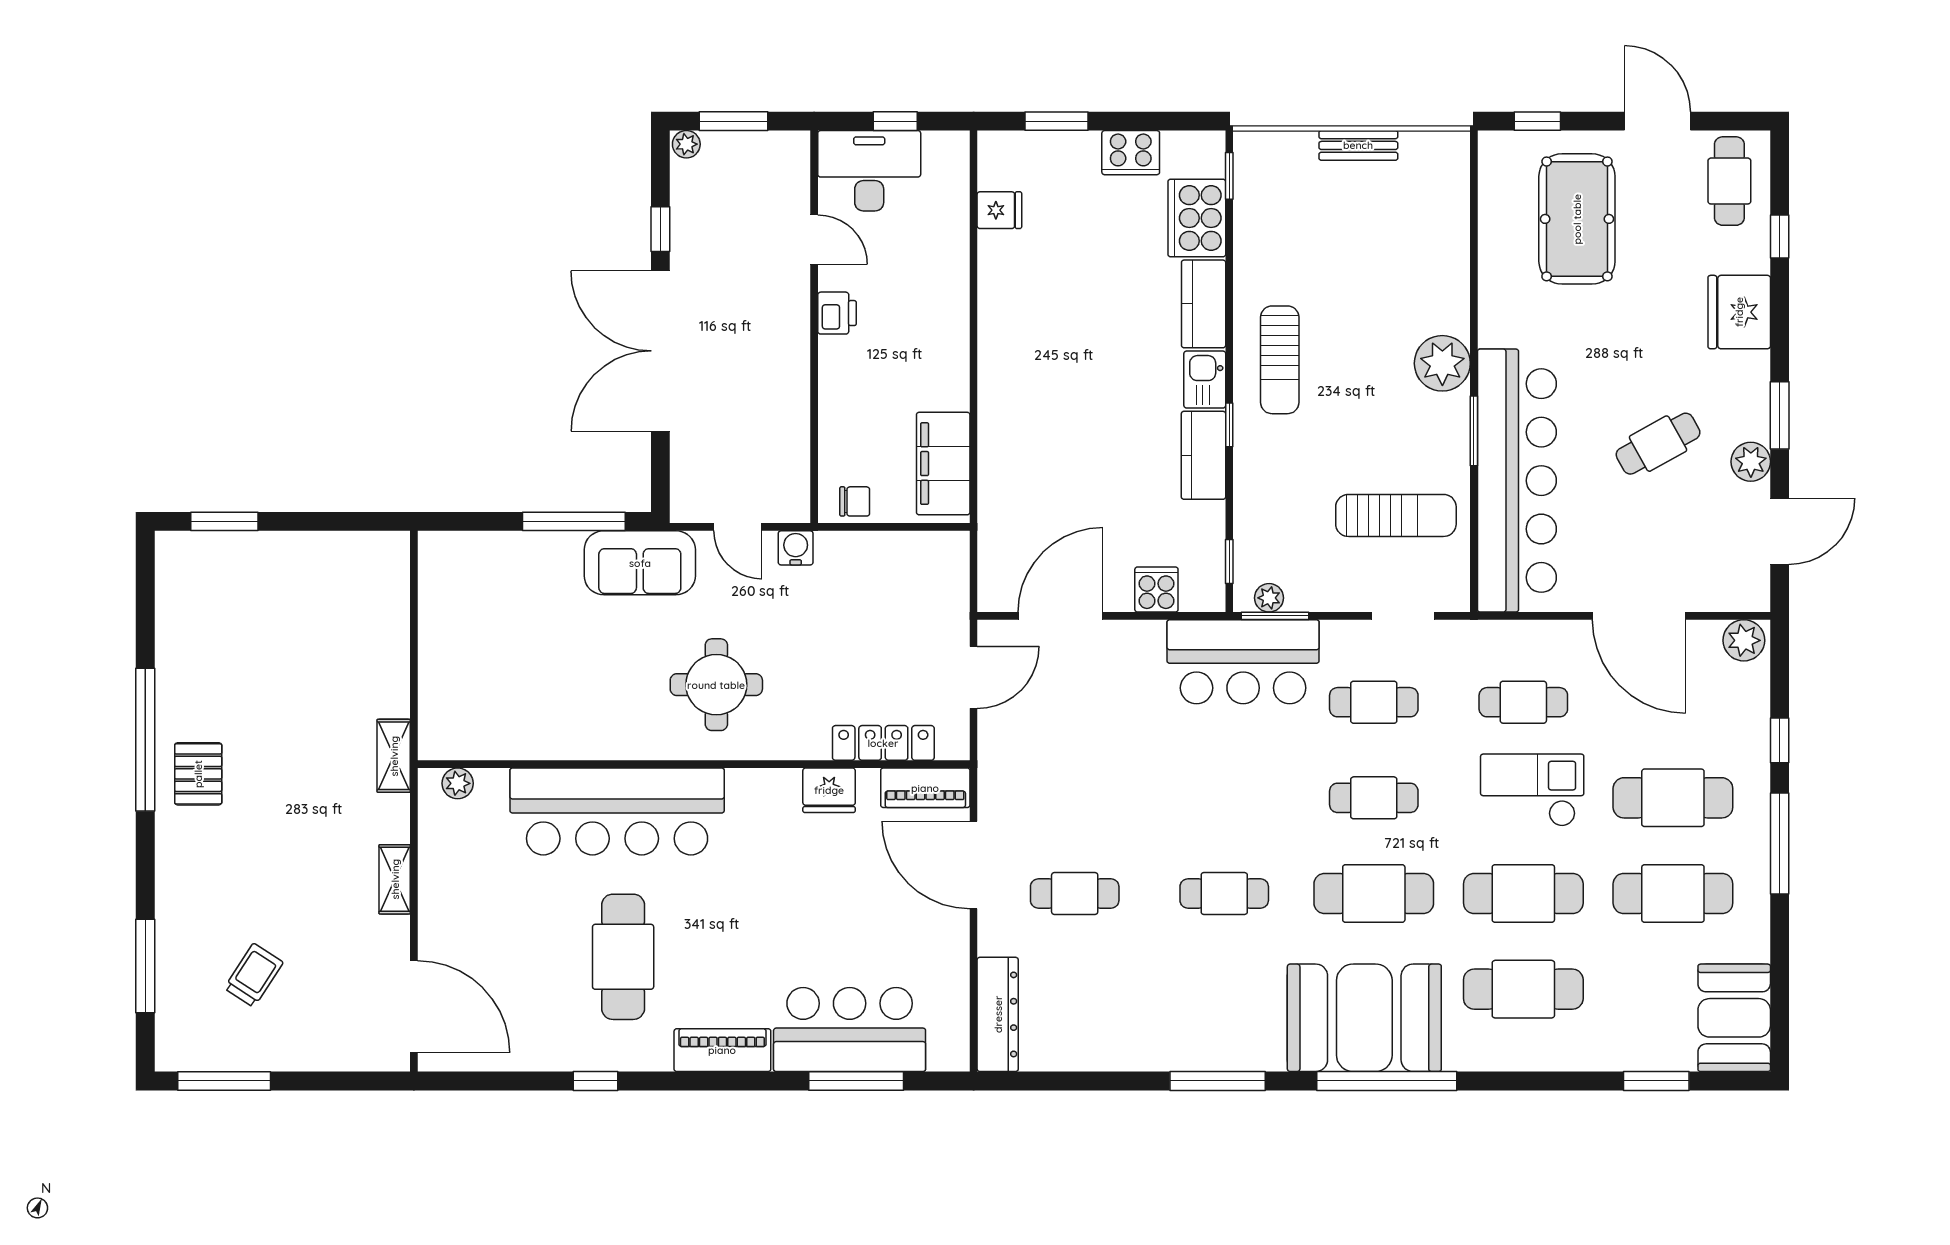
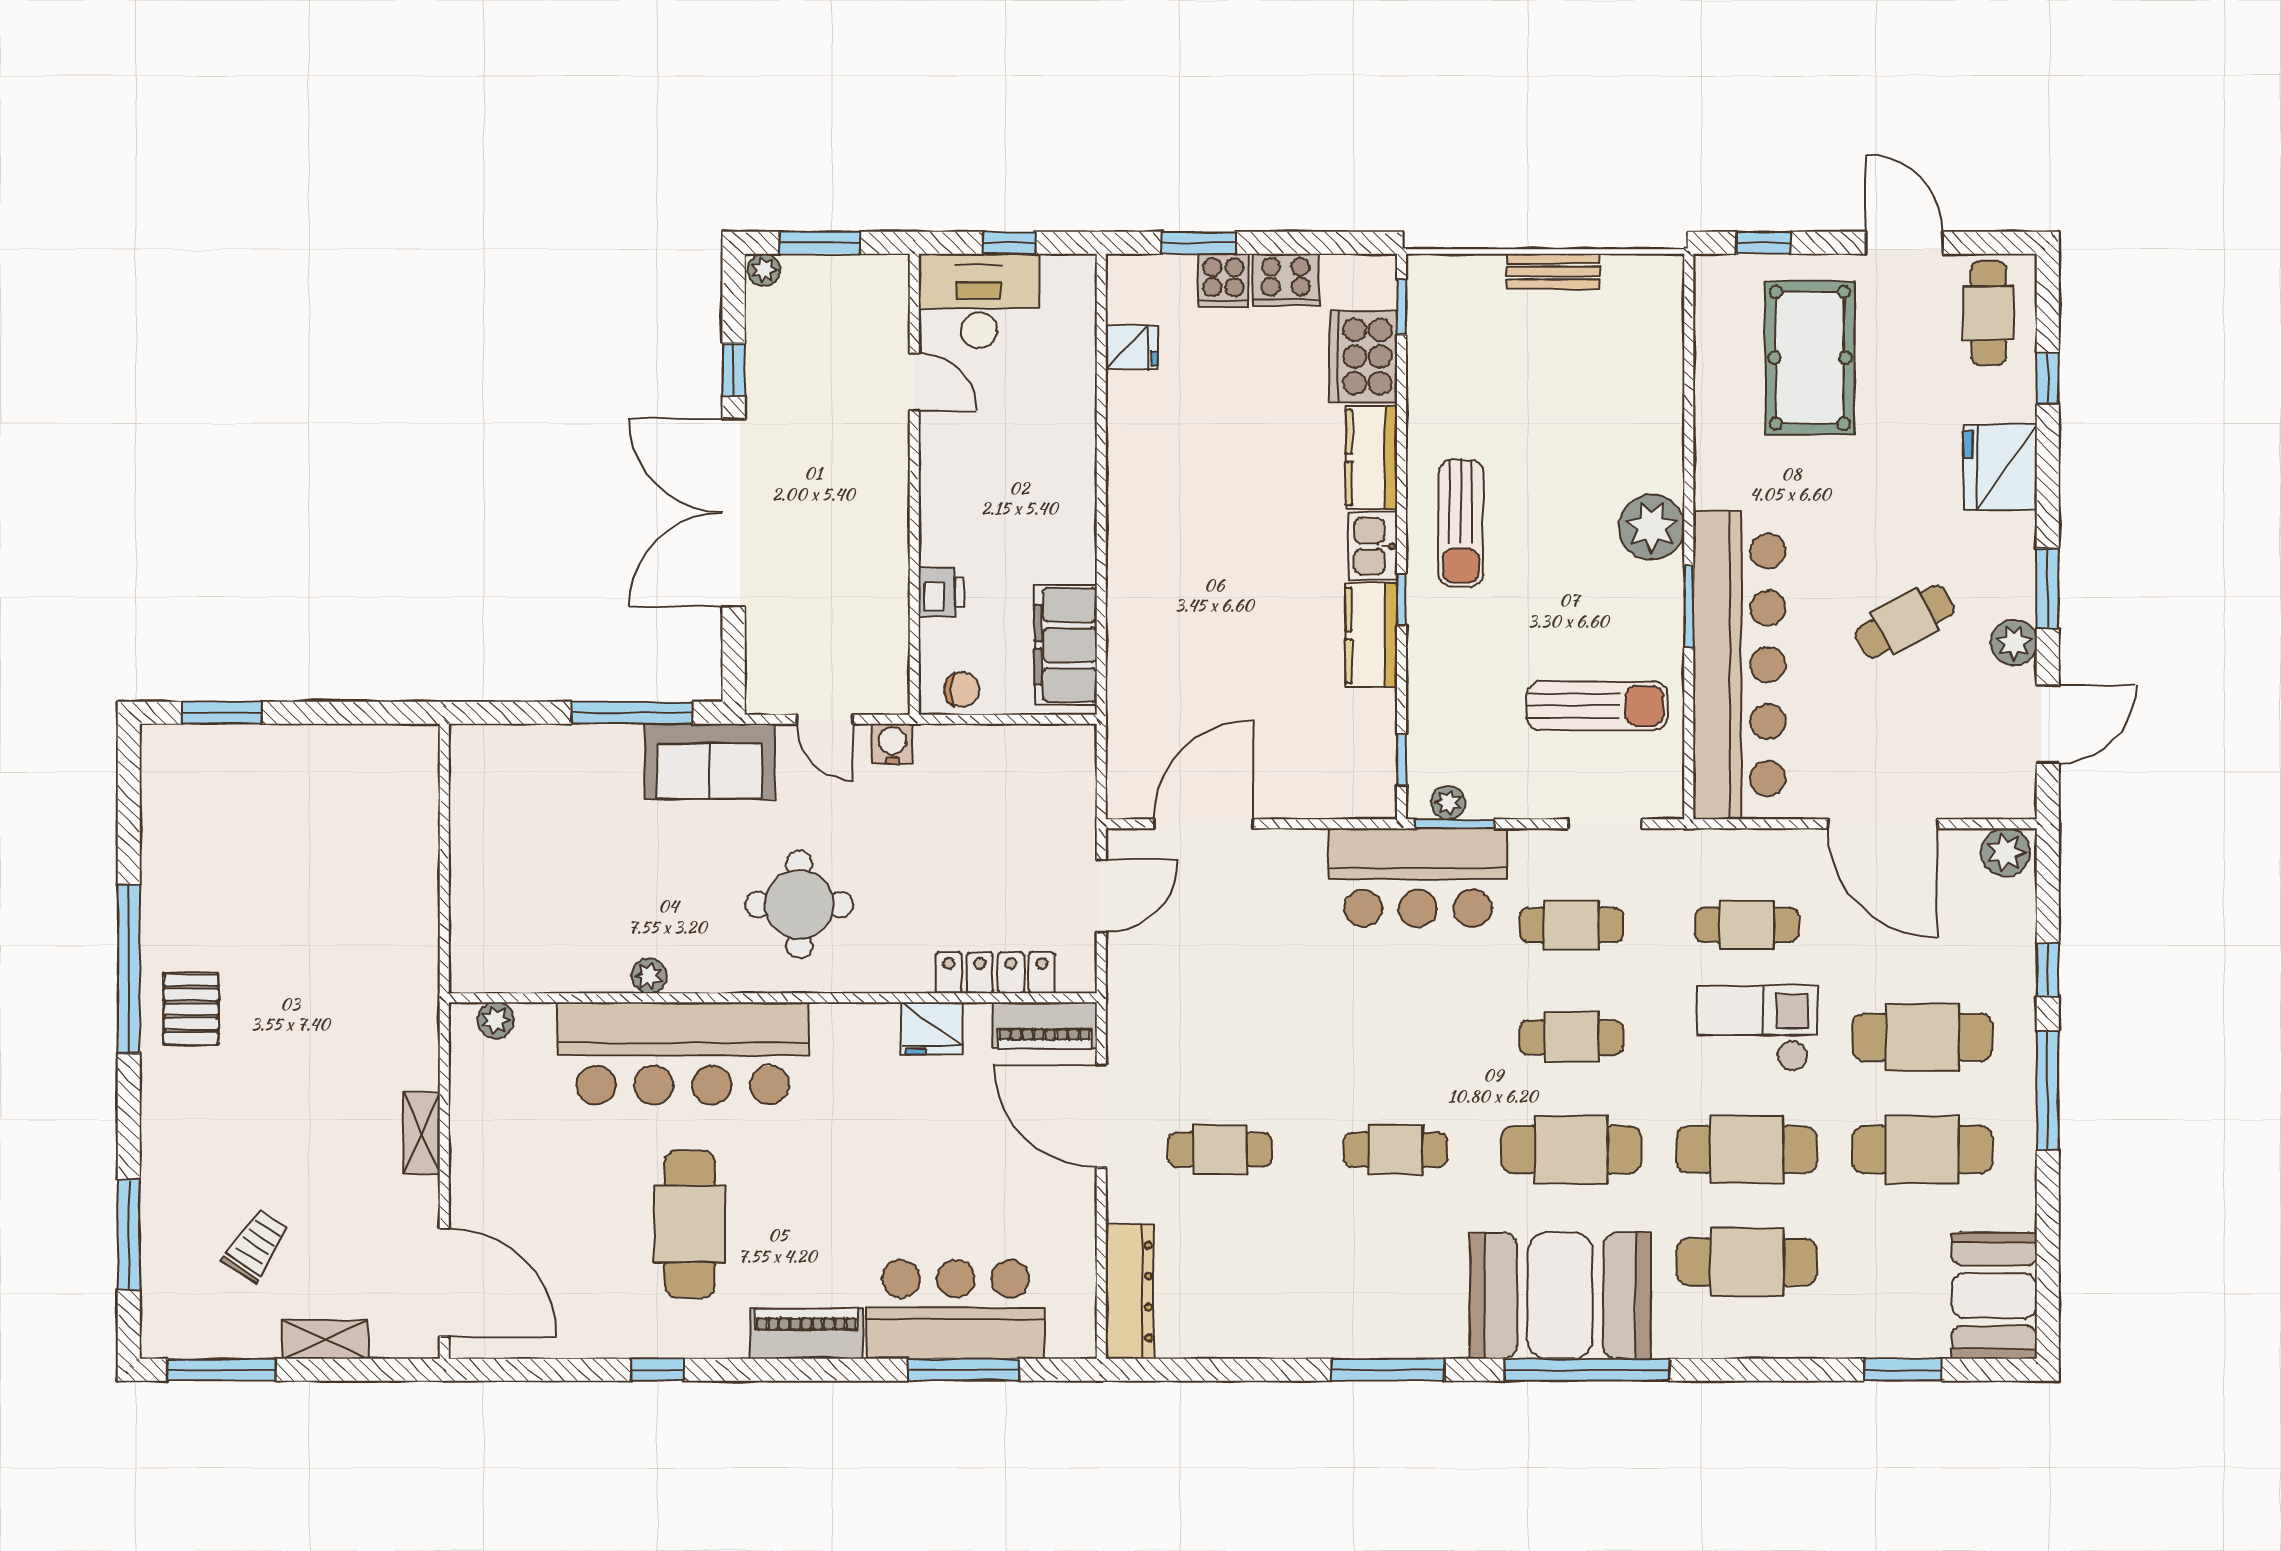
printer: (837, 313) -> (941, 592), moved
cooker: (1156, 590) -> (1223, 280), moved, turned 180
plant: (588, 745) -> (649, 976), added
shelving: (394, 756) -> (325, 1340), moved, turned 90

